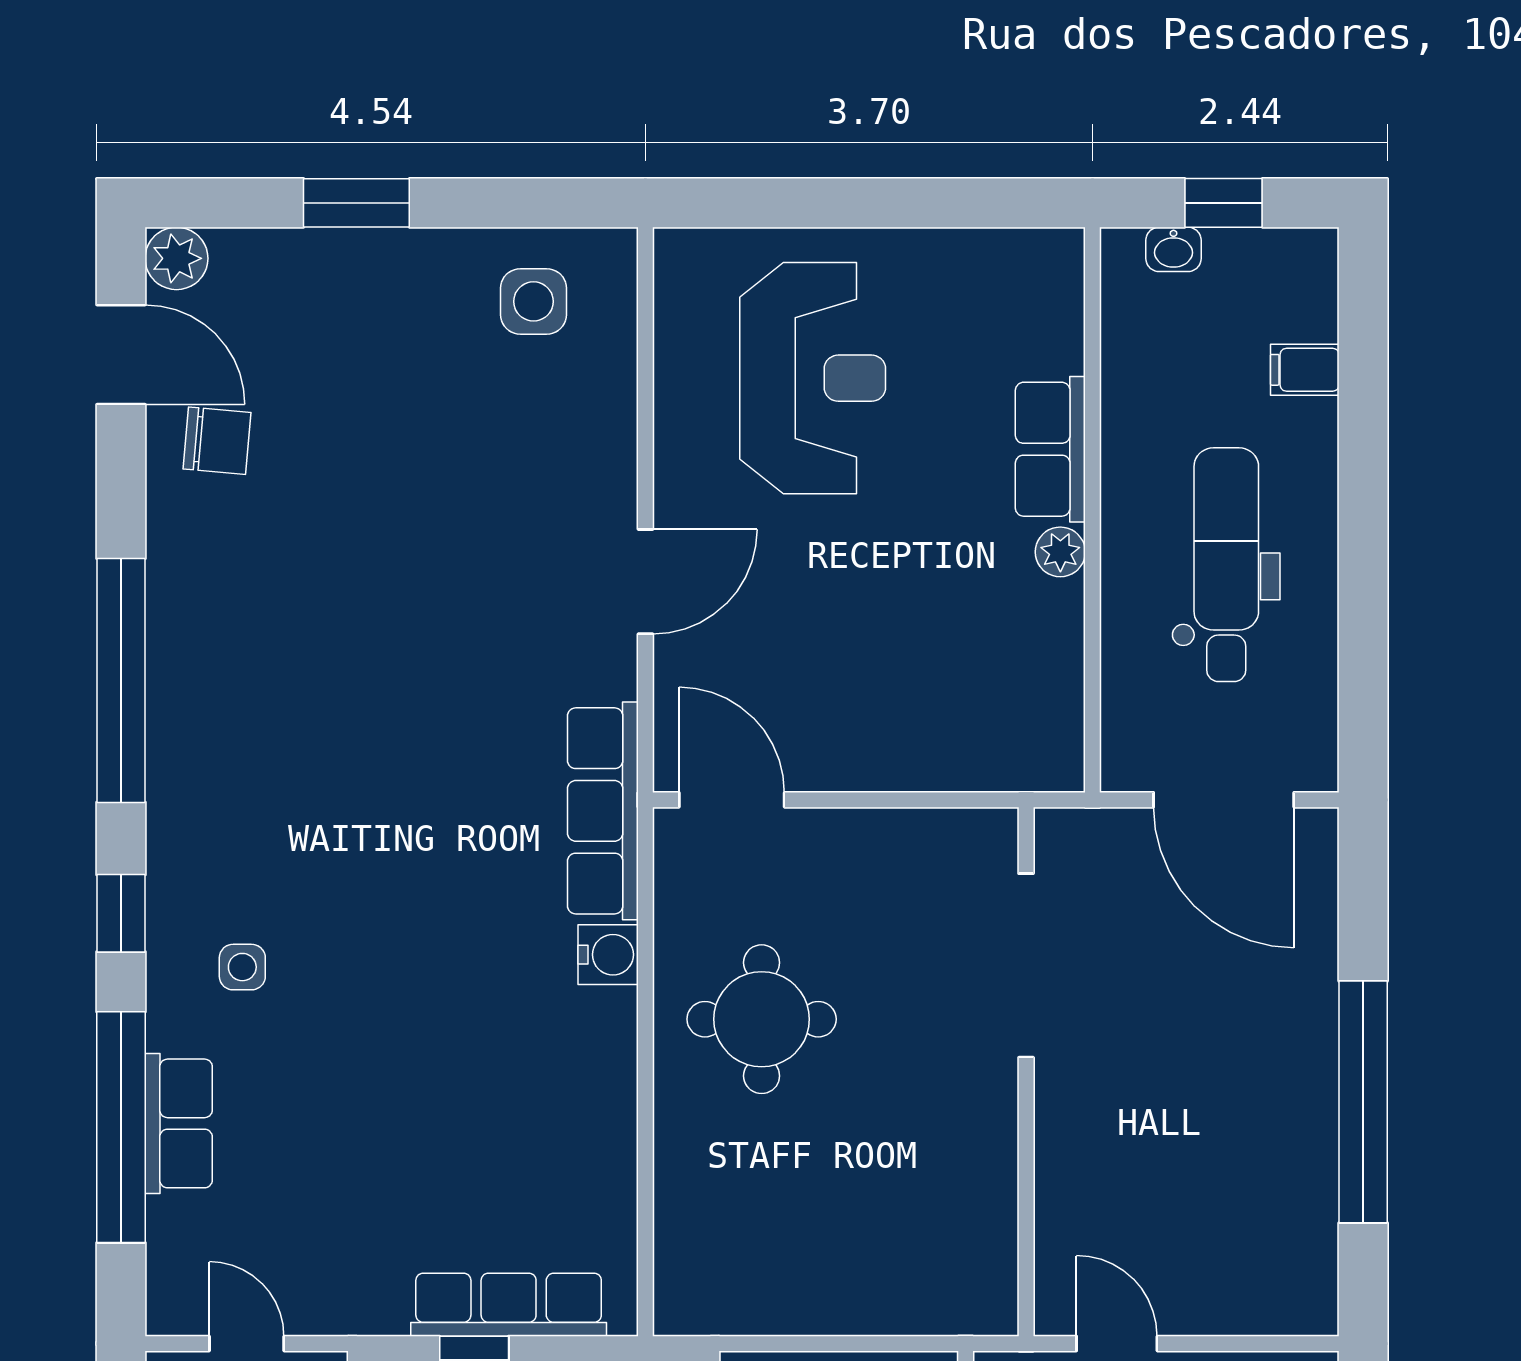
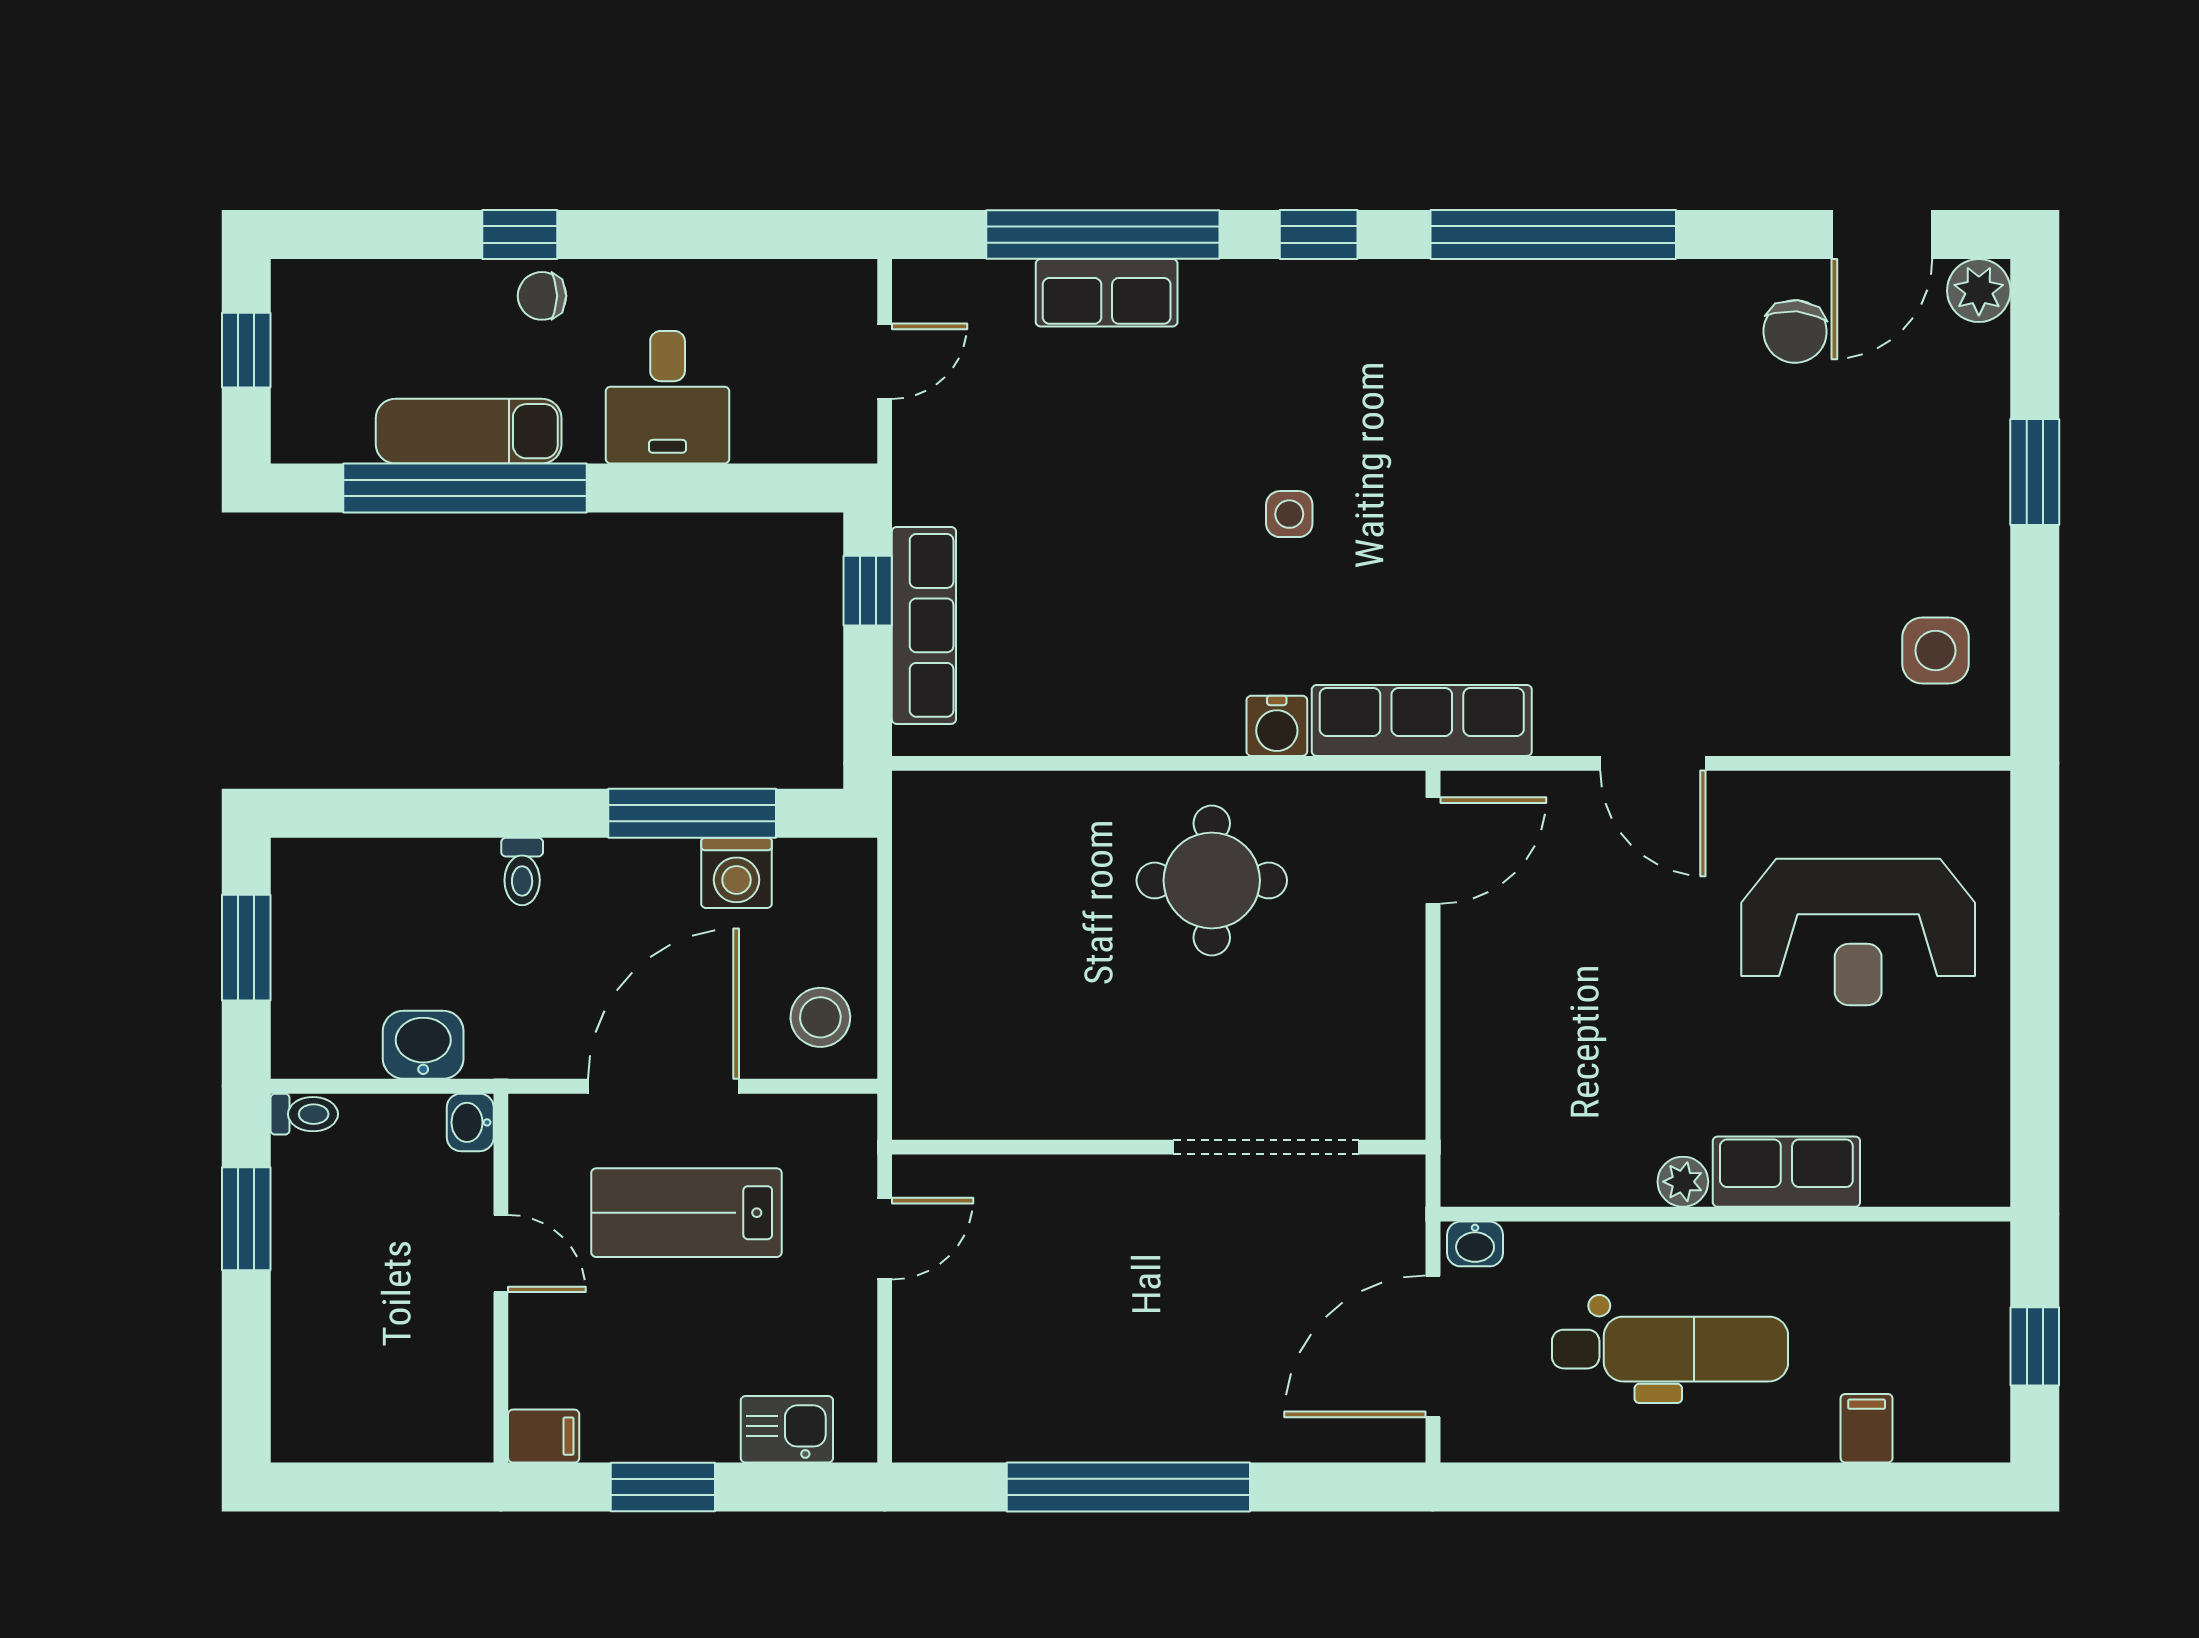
washbasin: (1173, 249) -> (1475, 1244), moved, turned -90
side table: (242, 967) -> (1289, 514), moved

